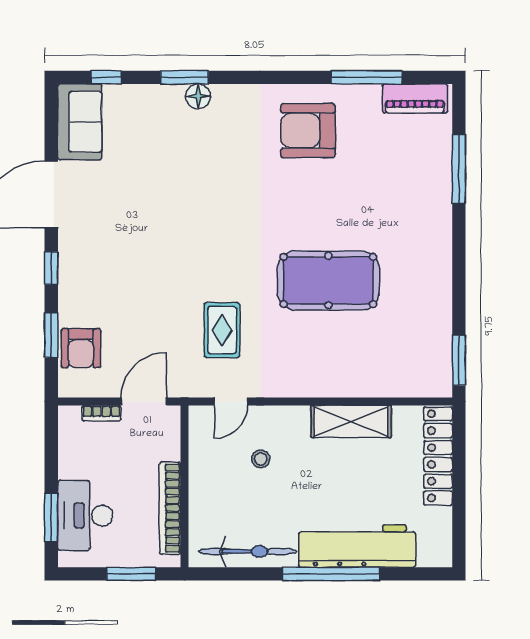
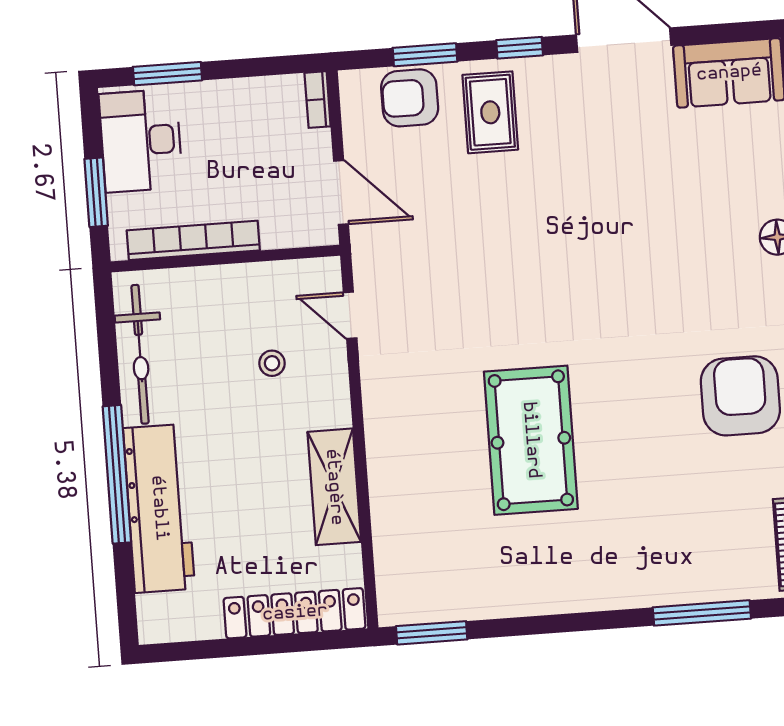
rug: (222, 330) -> (490, 112), moved, turned 90
bookcase: (101, 413) -> (318, 100), moved
desk: (85, 515) -> (141, 141), moved, turned -90

